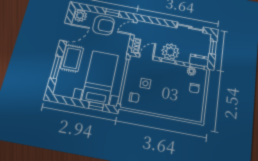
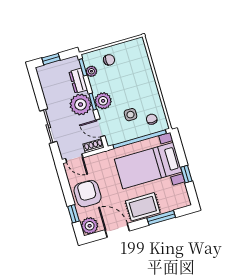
window: (112, 13) -> (74, 214), moved
sliding door: (190, 27) -> (48, 126), moved
dresser: (199, 60) -> (78, 81), moved
plant: (165, 69) -> (103, 101), added
window: (96, 106) -> (186, 174), moved

